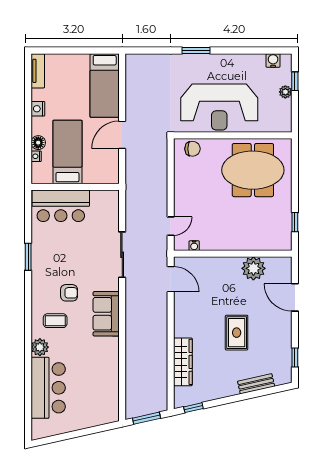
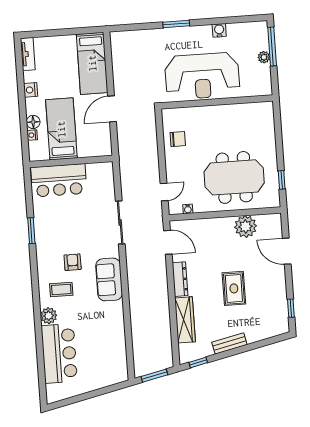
water cooler: (273, 60) -> (219, 30), moved
window: (295, 81) -> (272, 47), width x2.17
chair: (192, 149) -> (178, 139), moved
meeting table: (253, 170) -> (234, 177), moved
armchair: (69, 293) -> (73, 262), turned -90
dresser: (181, 319) -> (180, 279), added
bench: (256, 384) -> (229, 344), moved

